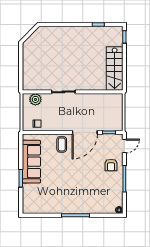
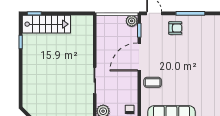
stairs: (115, 69) -> (46, 24), moved
plant: (117, 125) -> (132, 21), added
door: (85, 132) -> (139, 57), swing flipped

